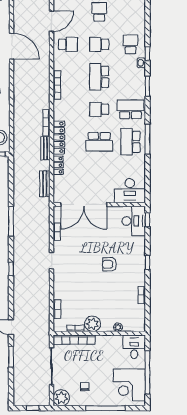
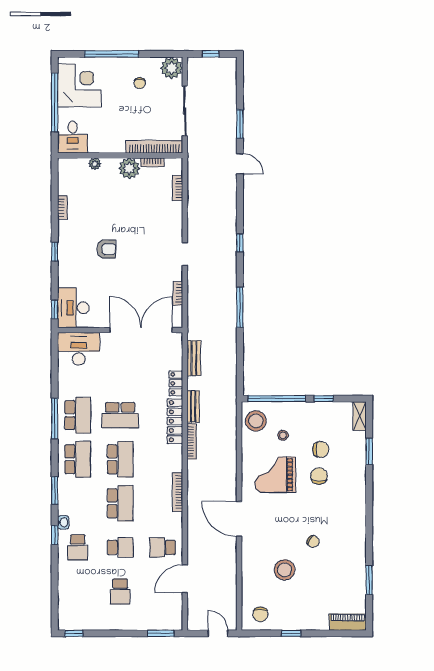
door: (12, 46) -> (239, 519), moved
school desk: (99, 109) -> (120, 459), width x1.85
school desk: (130, 109) -> (78, 459), turned -90
school desk: (99, 142) -> (120, 415), turned 180

